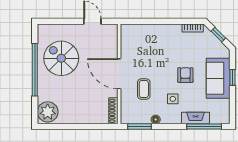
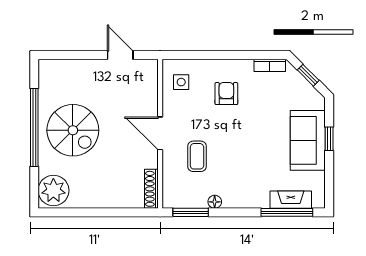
spiral stairs: (61, 58) -> (73, 130), moved, turned 180
door: (119, 74) -> (160, 133), width x0.73
armchair: (185, 75) -> (226, 94), moved
side table: (173, 99) -> (181, 82), moved
fireplace: (196, 118) -> (291, 200), moved

